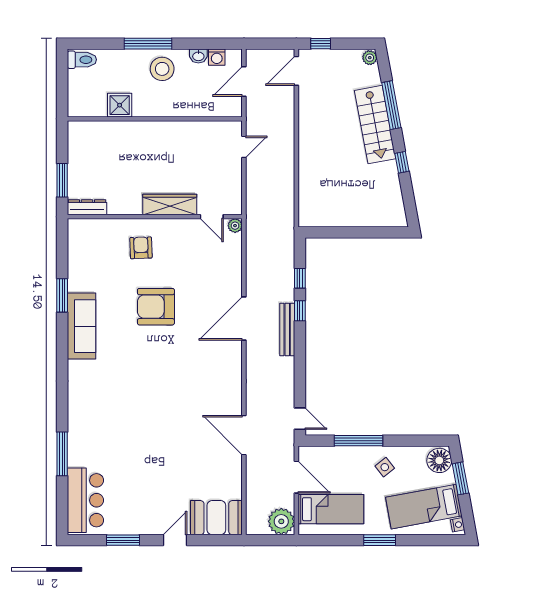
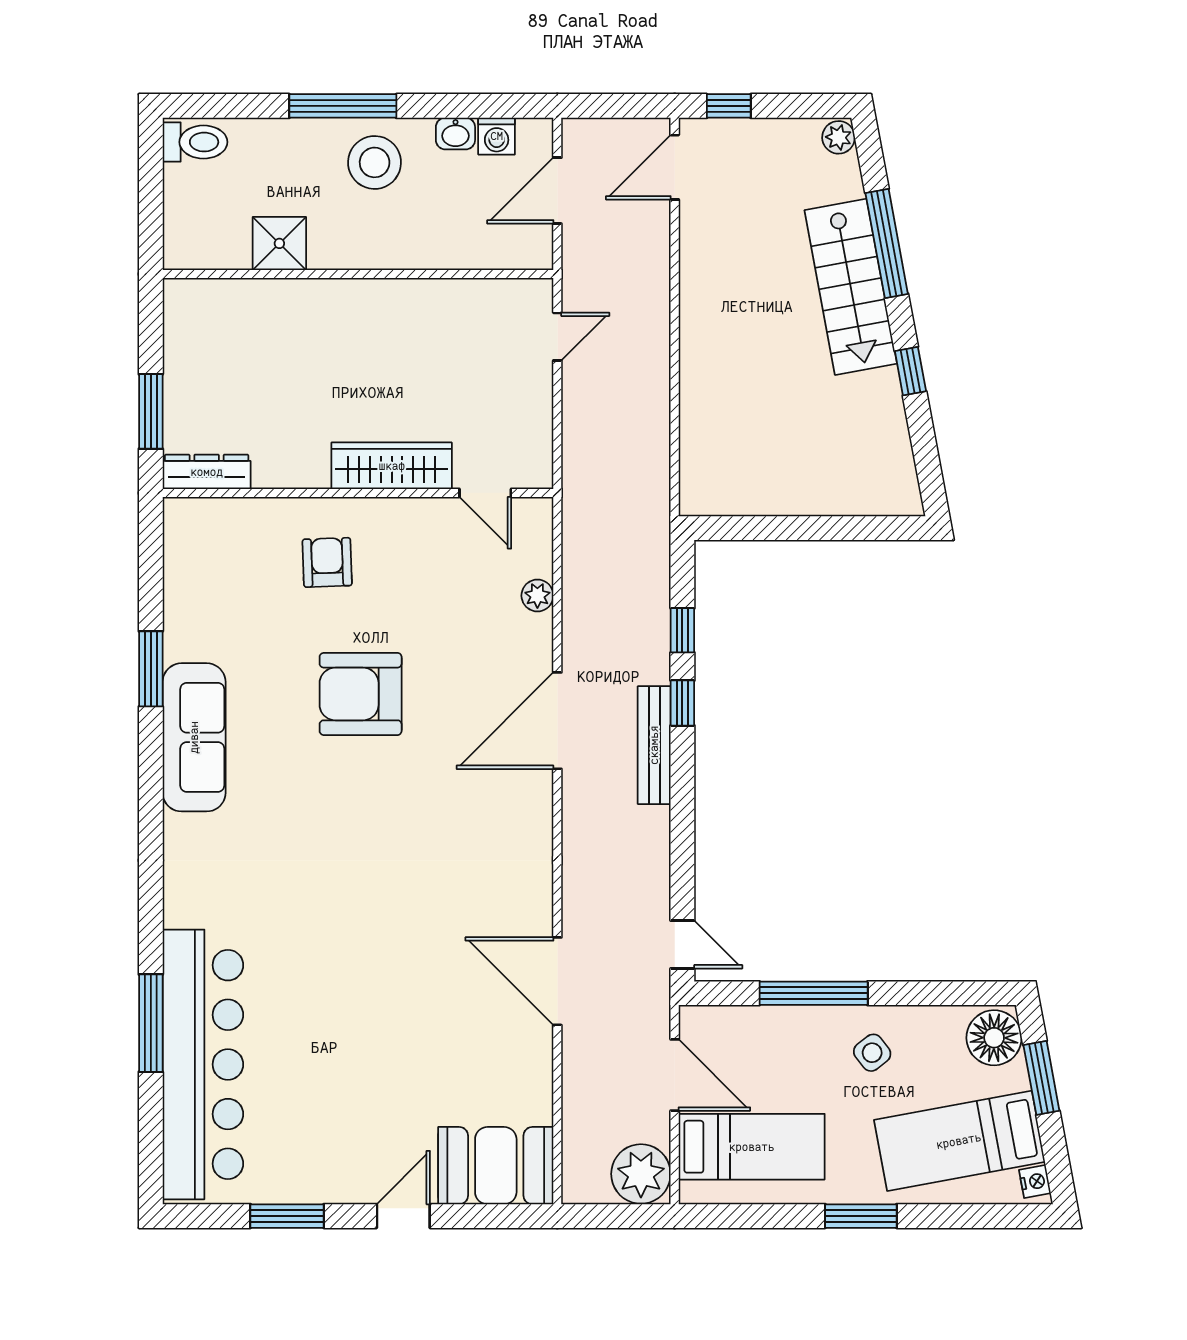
plant: (235, 226) -> (537, 596), moved
bar counter: (85, 500) -> (203, 1064), width x1.86

